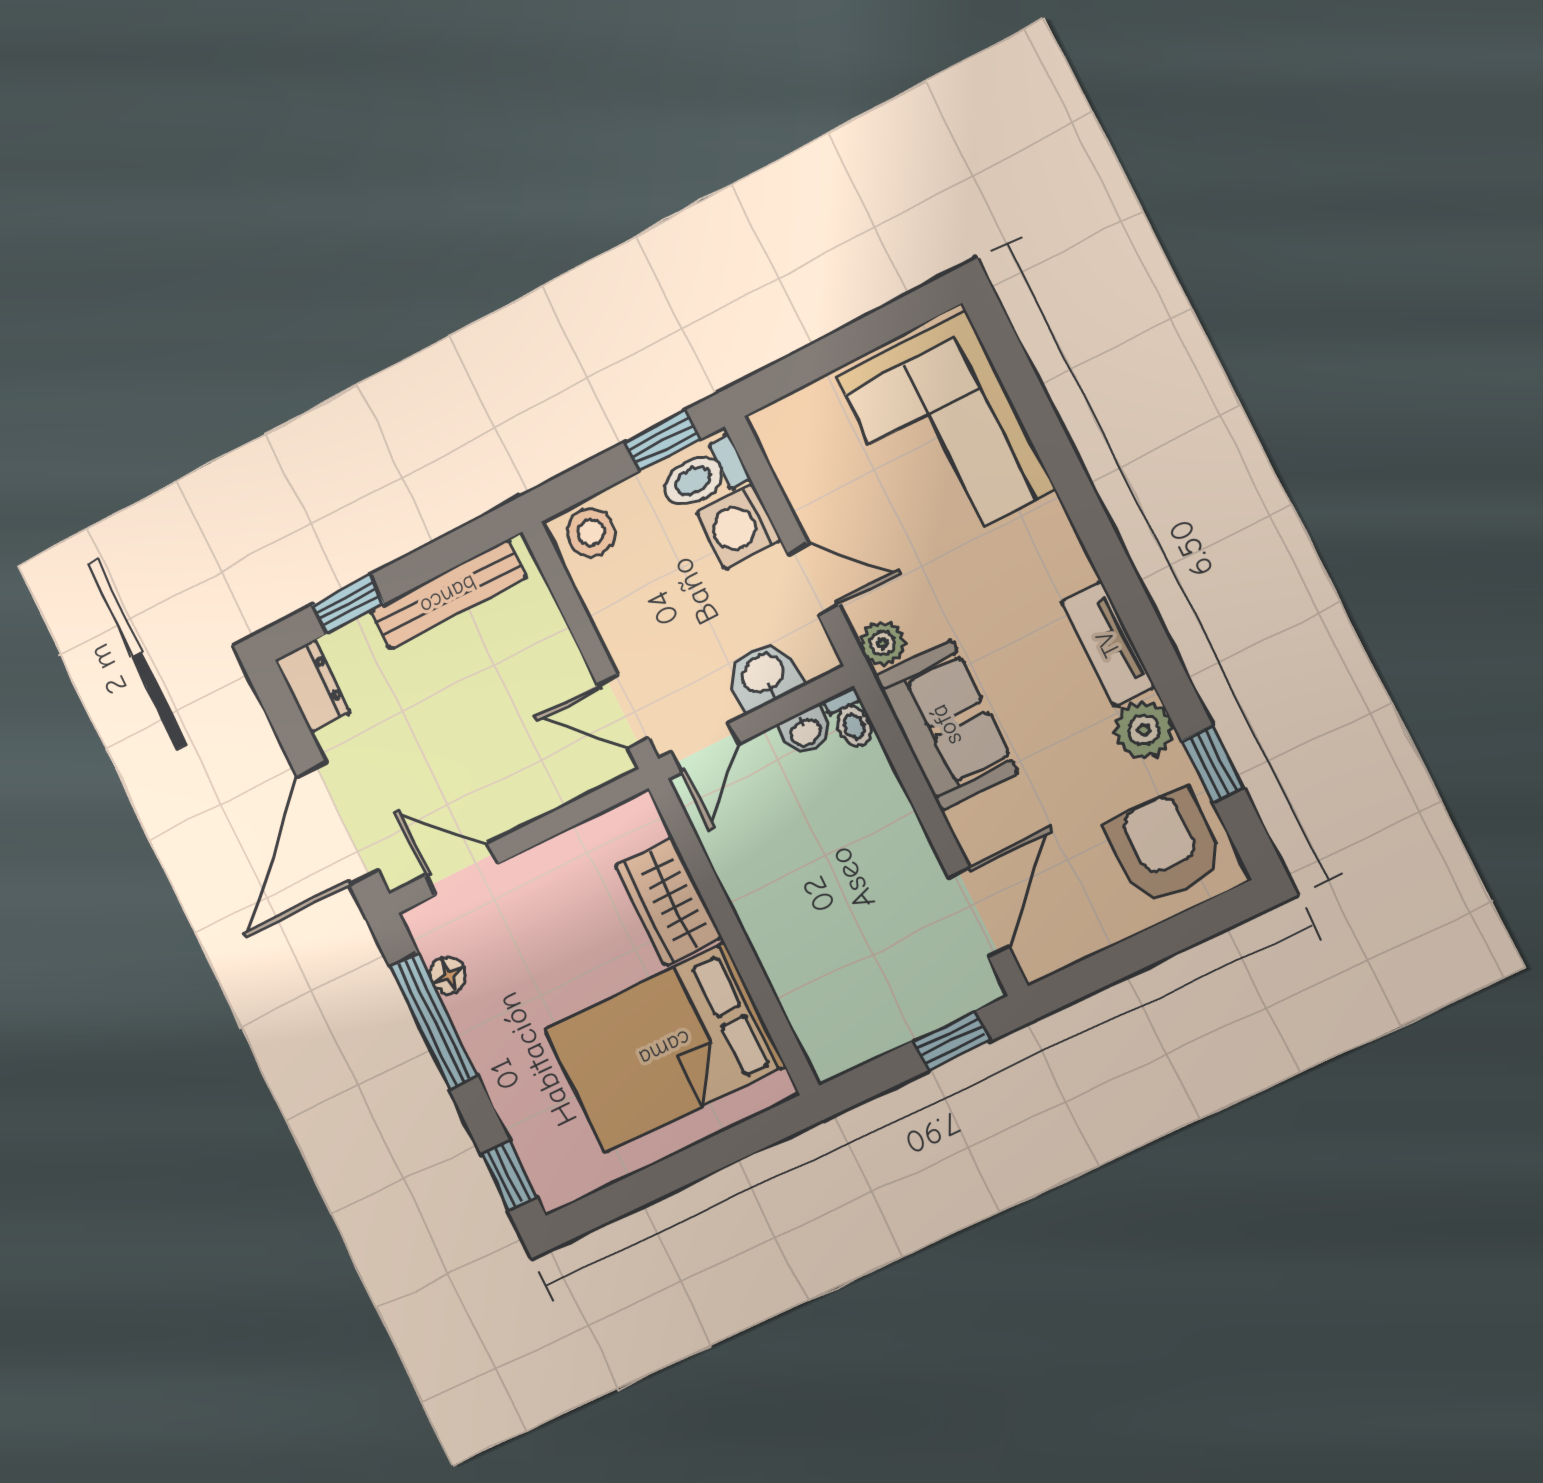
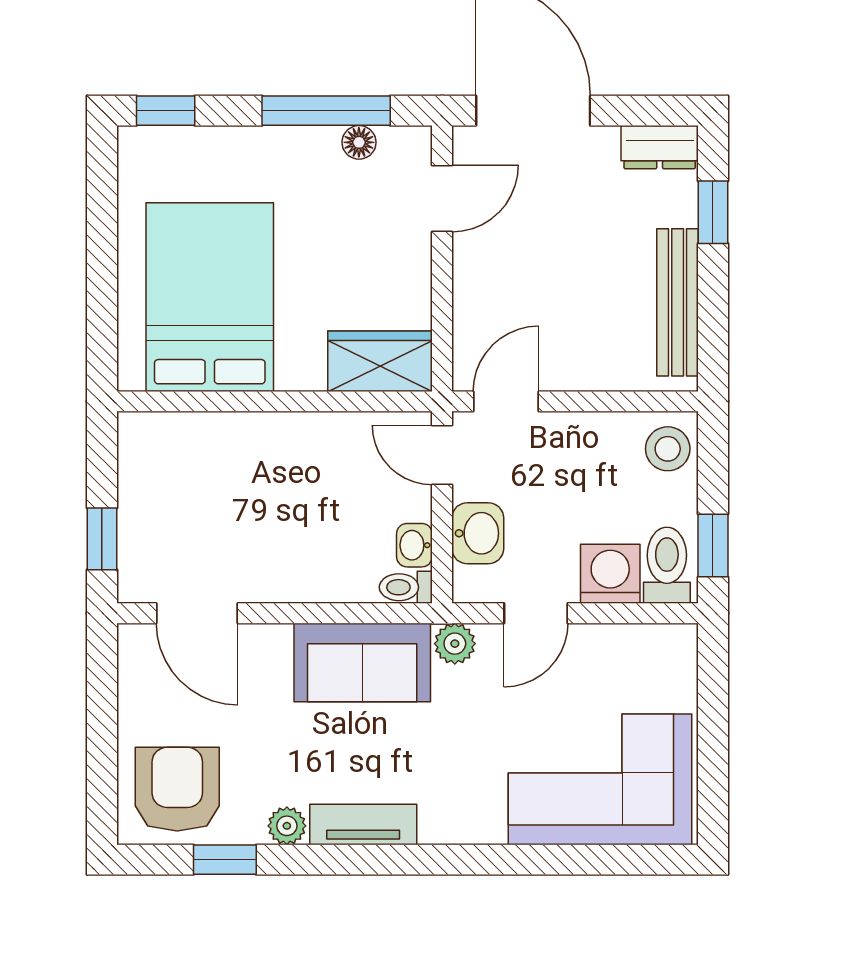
plant: (1144, 730) -> (287, 826), width x0.73, depth x0.73
armchair: (1165, 846) -> (177, 789), turned -90
wardrobe: (669, 902) -> (380, 361), moved

